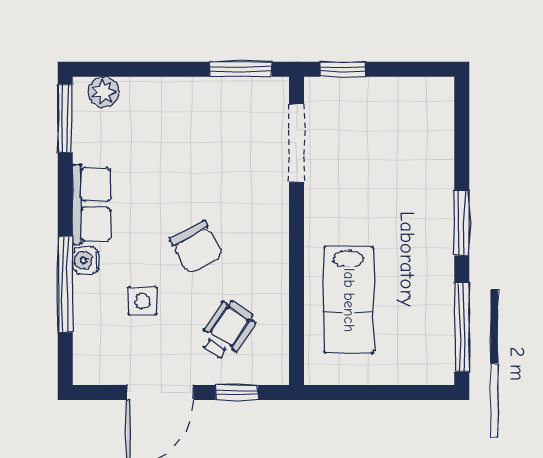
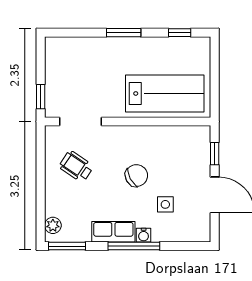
window: (241, 69) -> (41, 152), removed
window: (65, 284) -> (134, 246), moved
lab bench: (349, 300) -> (165, 93), width x1.36, depth x1.39
window: (462, 327) -> (180, 33), width x0.46
wheelchair: (227, 330) -> (76, 166), moved

